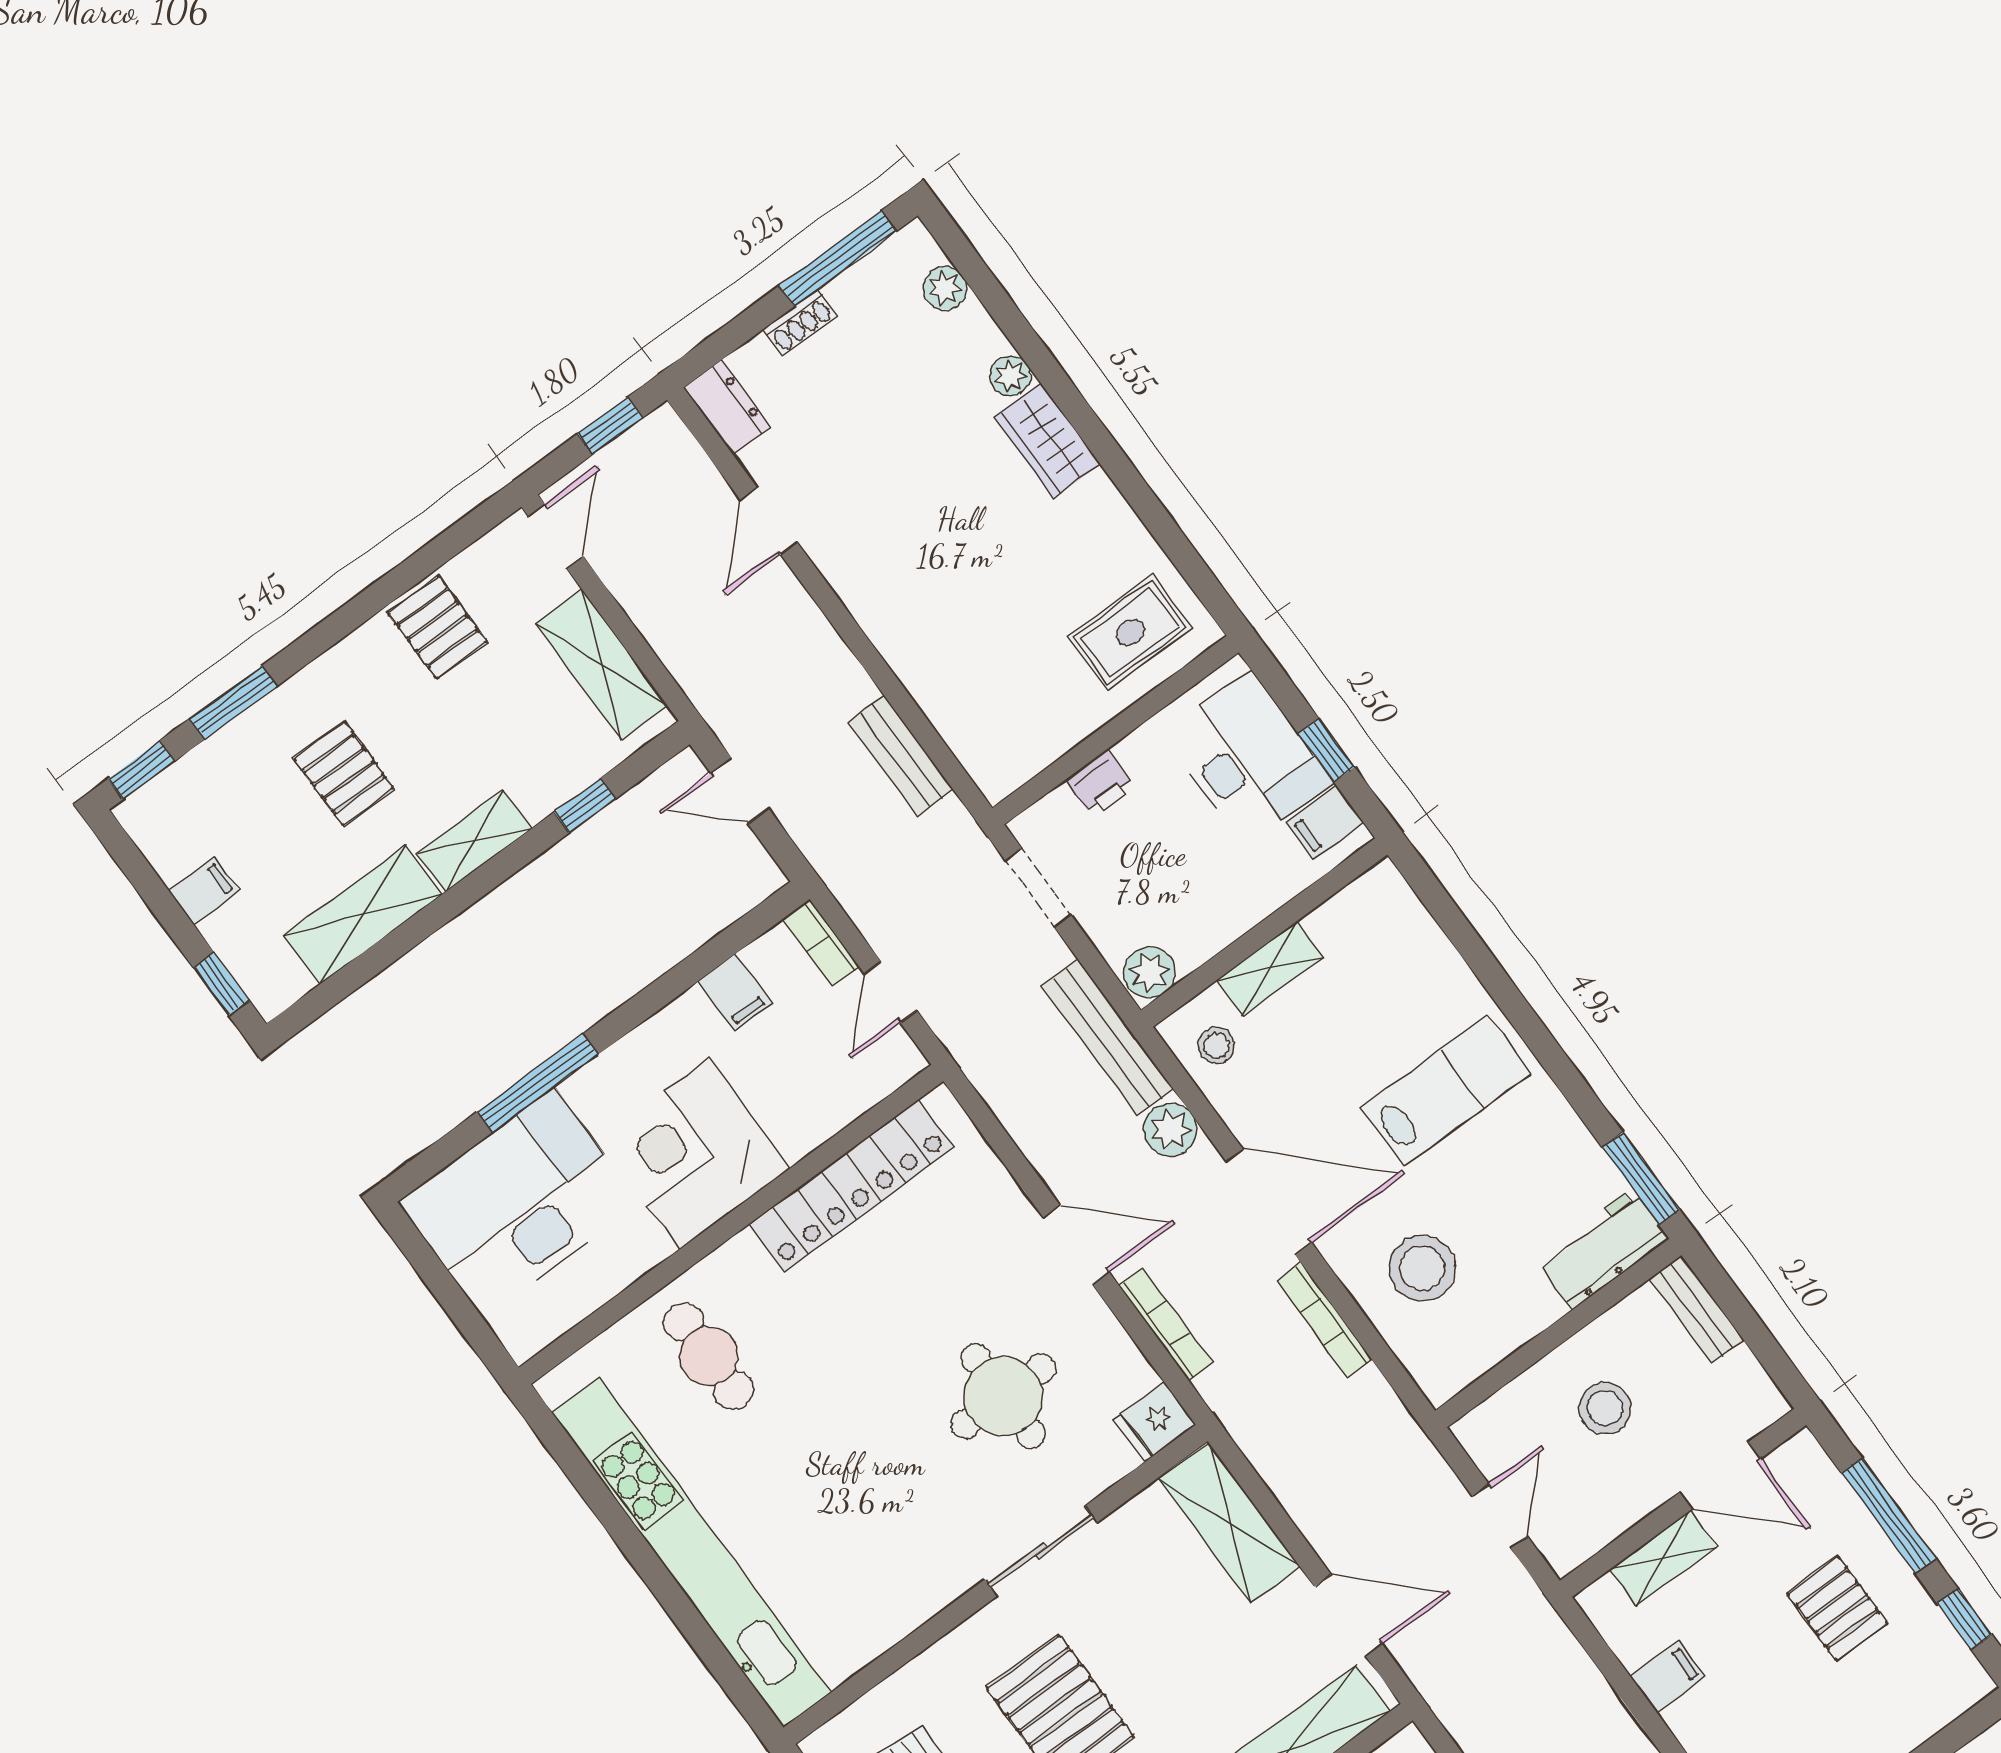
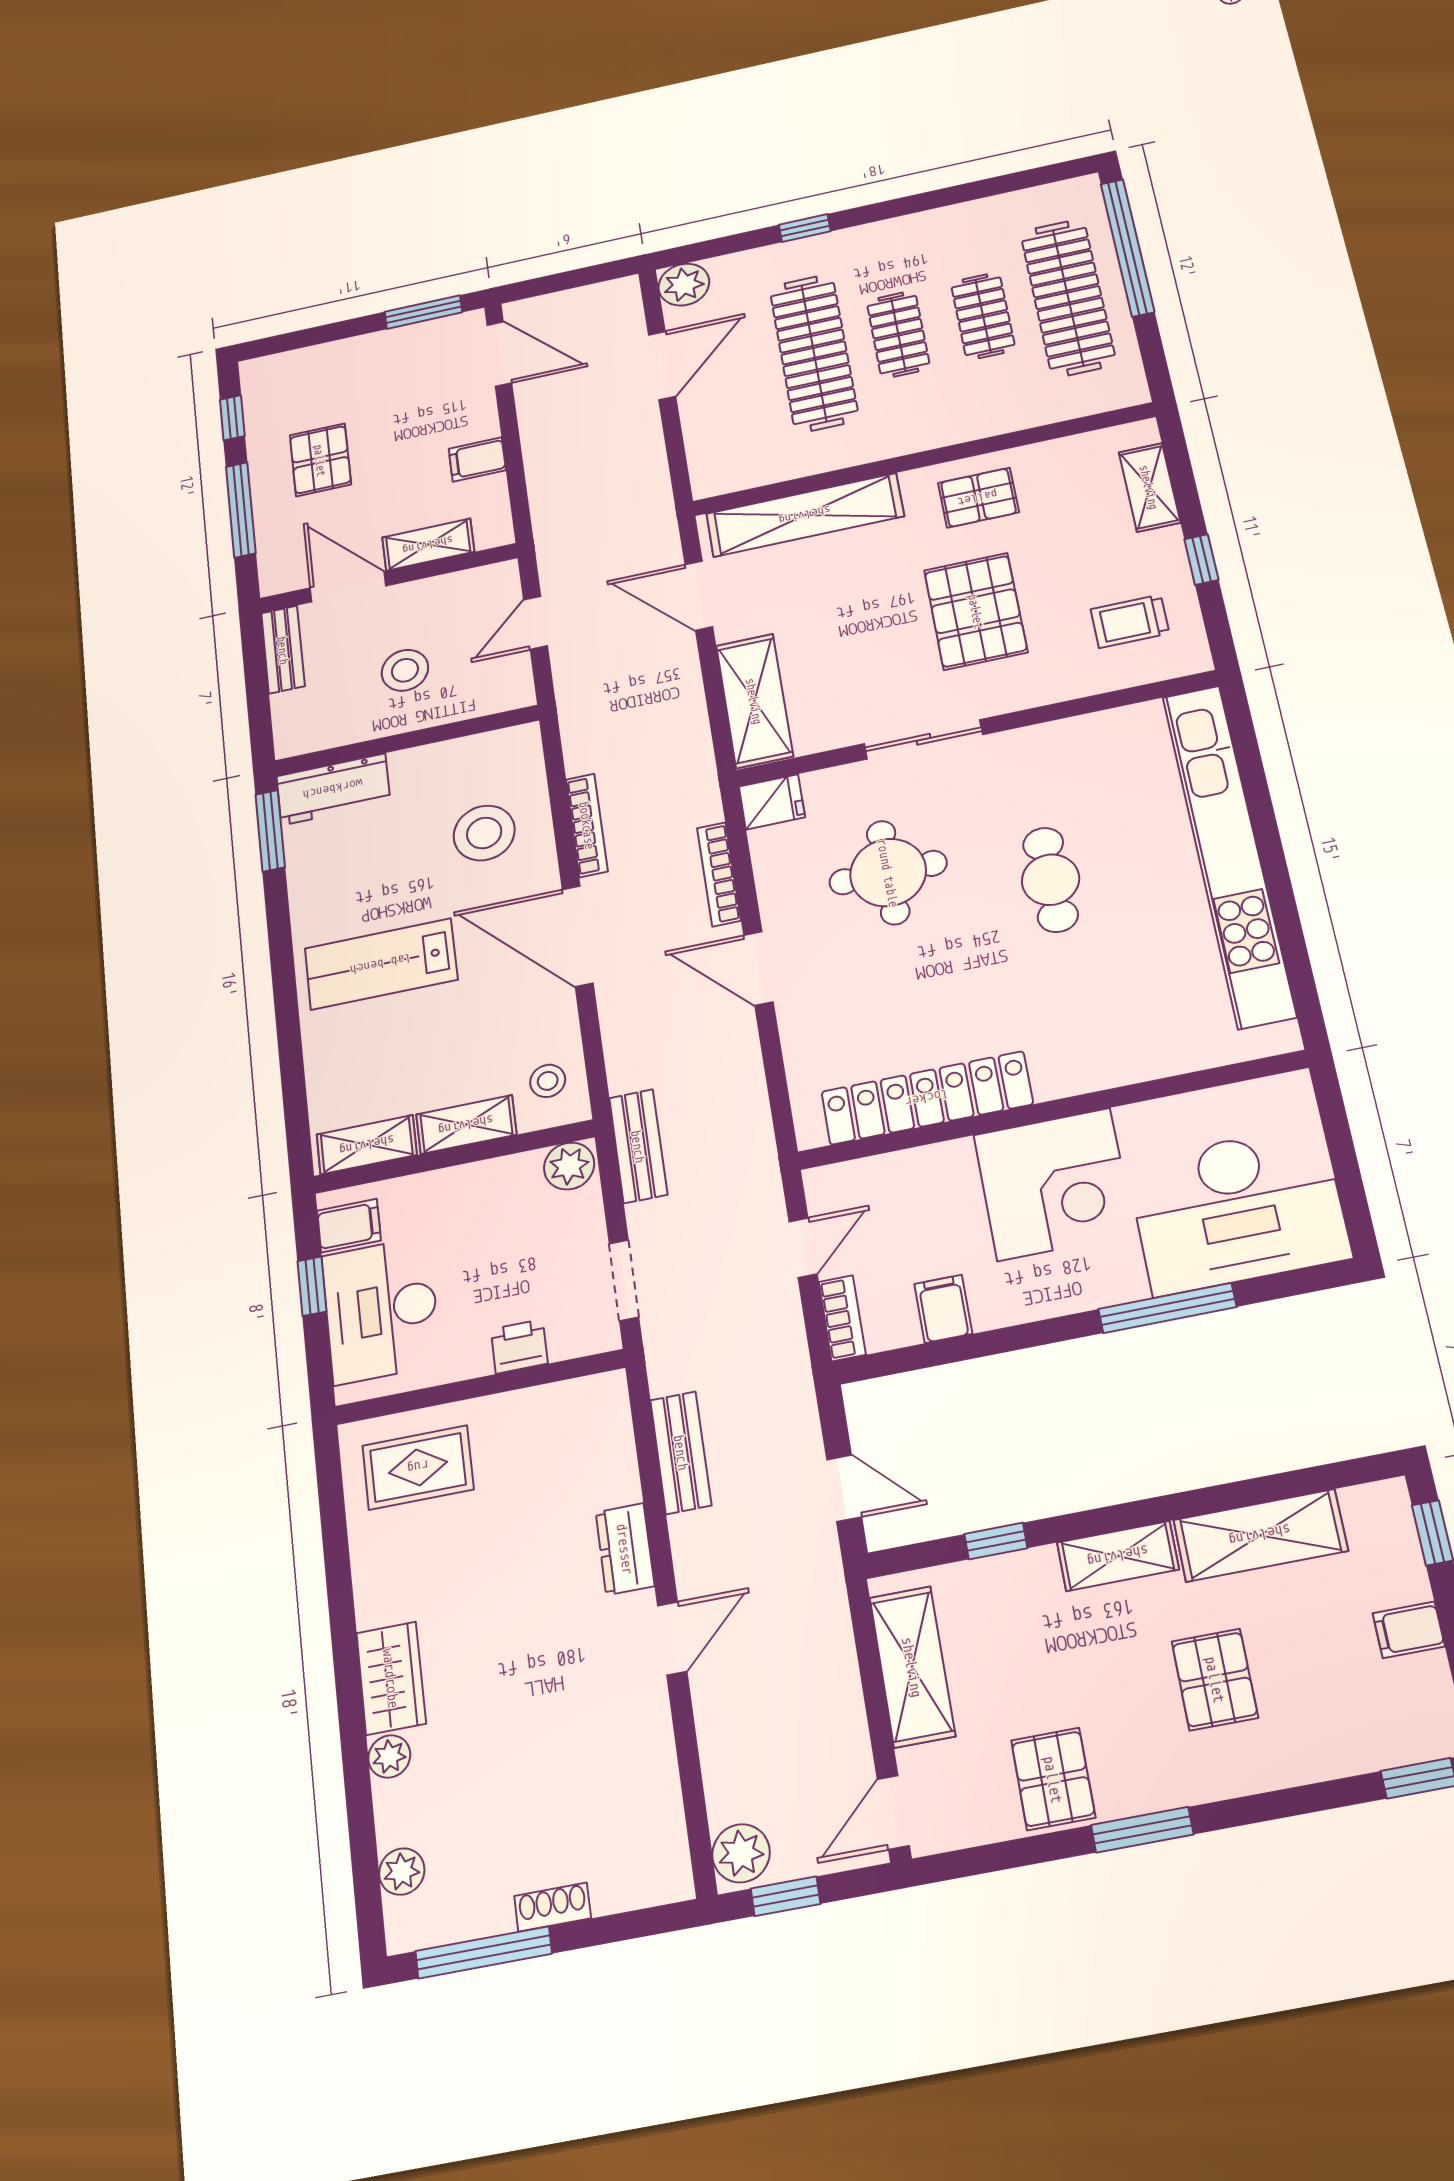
dresser: (727, 407) -> (625, 1549), moved
door: (769, 521) -> (672, 1638), moved
window: (233, 703) -> (1142, 1830), moved
shelving: (1354, 907) -> (367, 1145), added
bench: (1108, 1038) -> (638, 1146), width x0.73
plant: (1170, 1129) -> (741, 1853), moved
bench: (1697, 1309) -> (283, 650), moved
cafe table: (709, 1356) -> (1051, 880), moved

